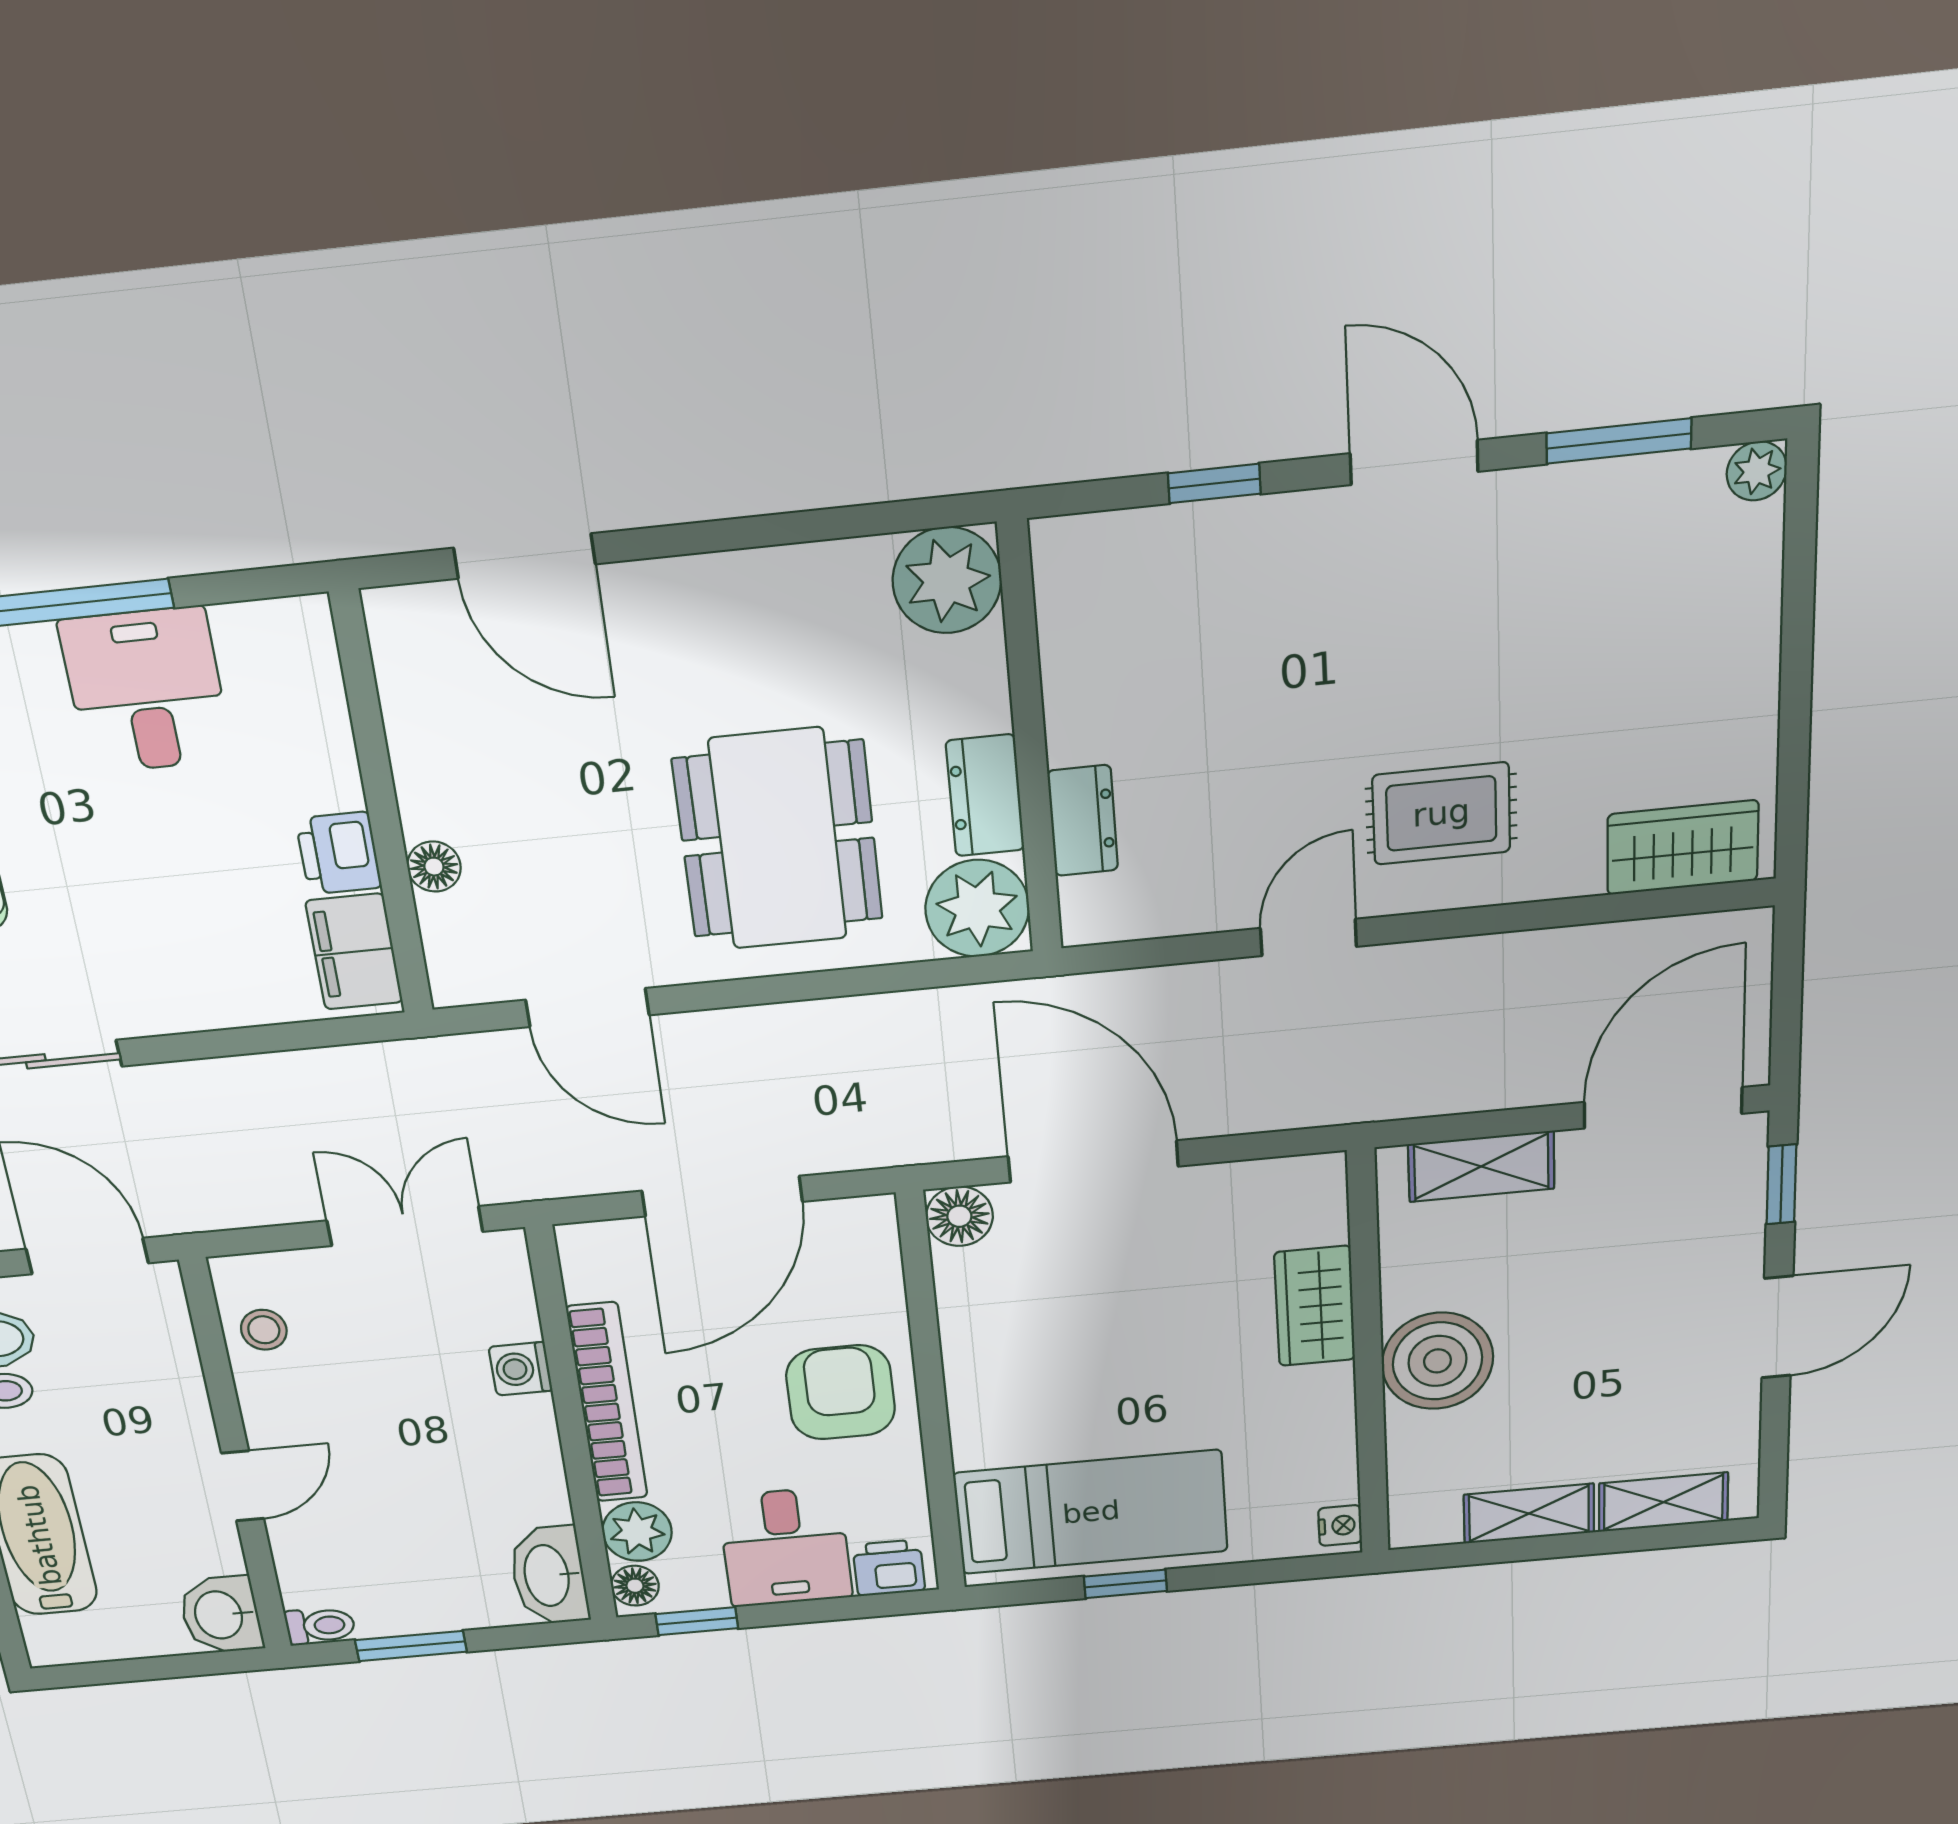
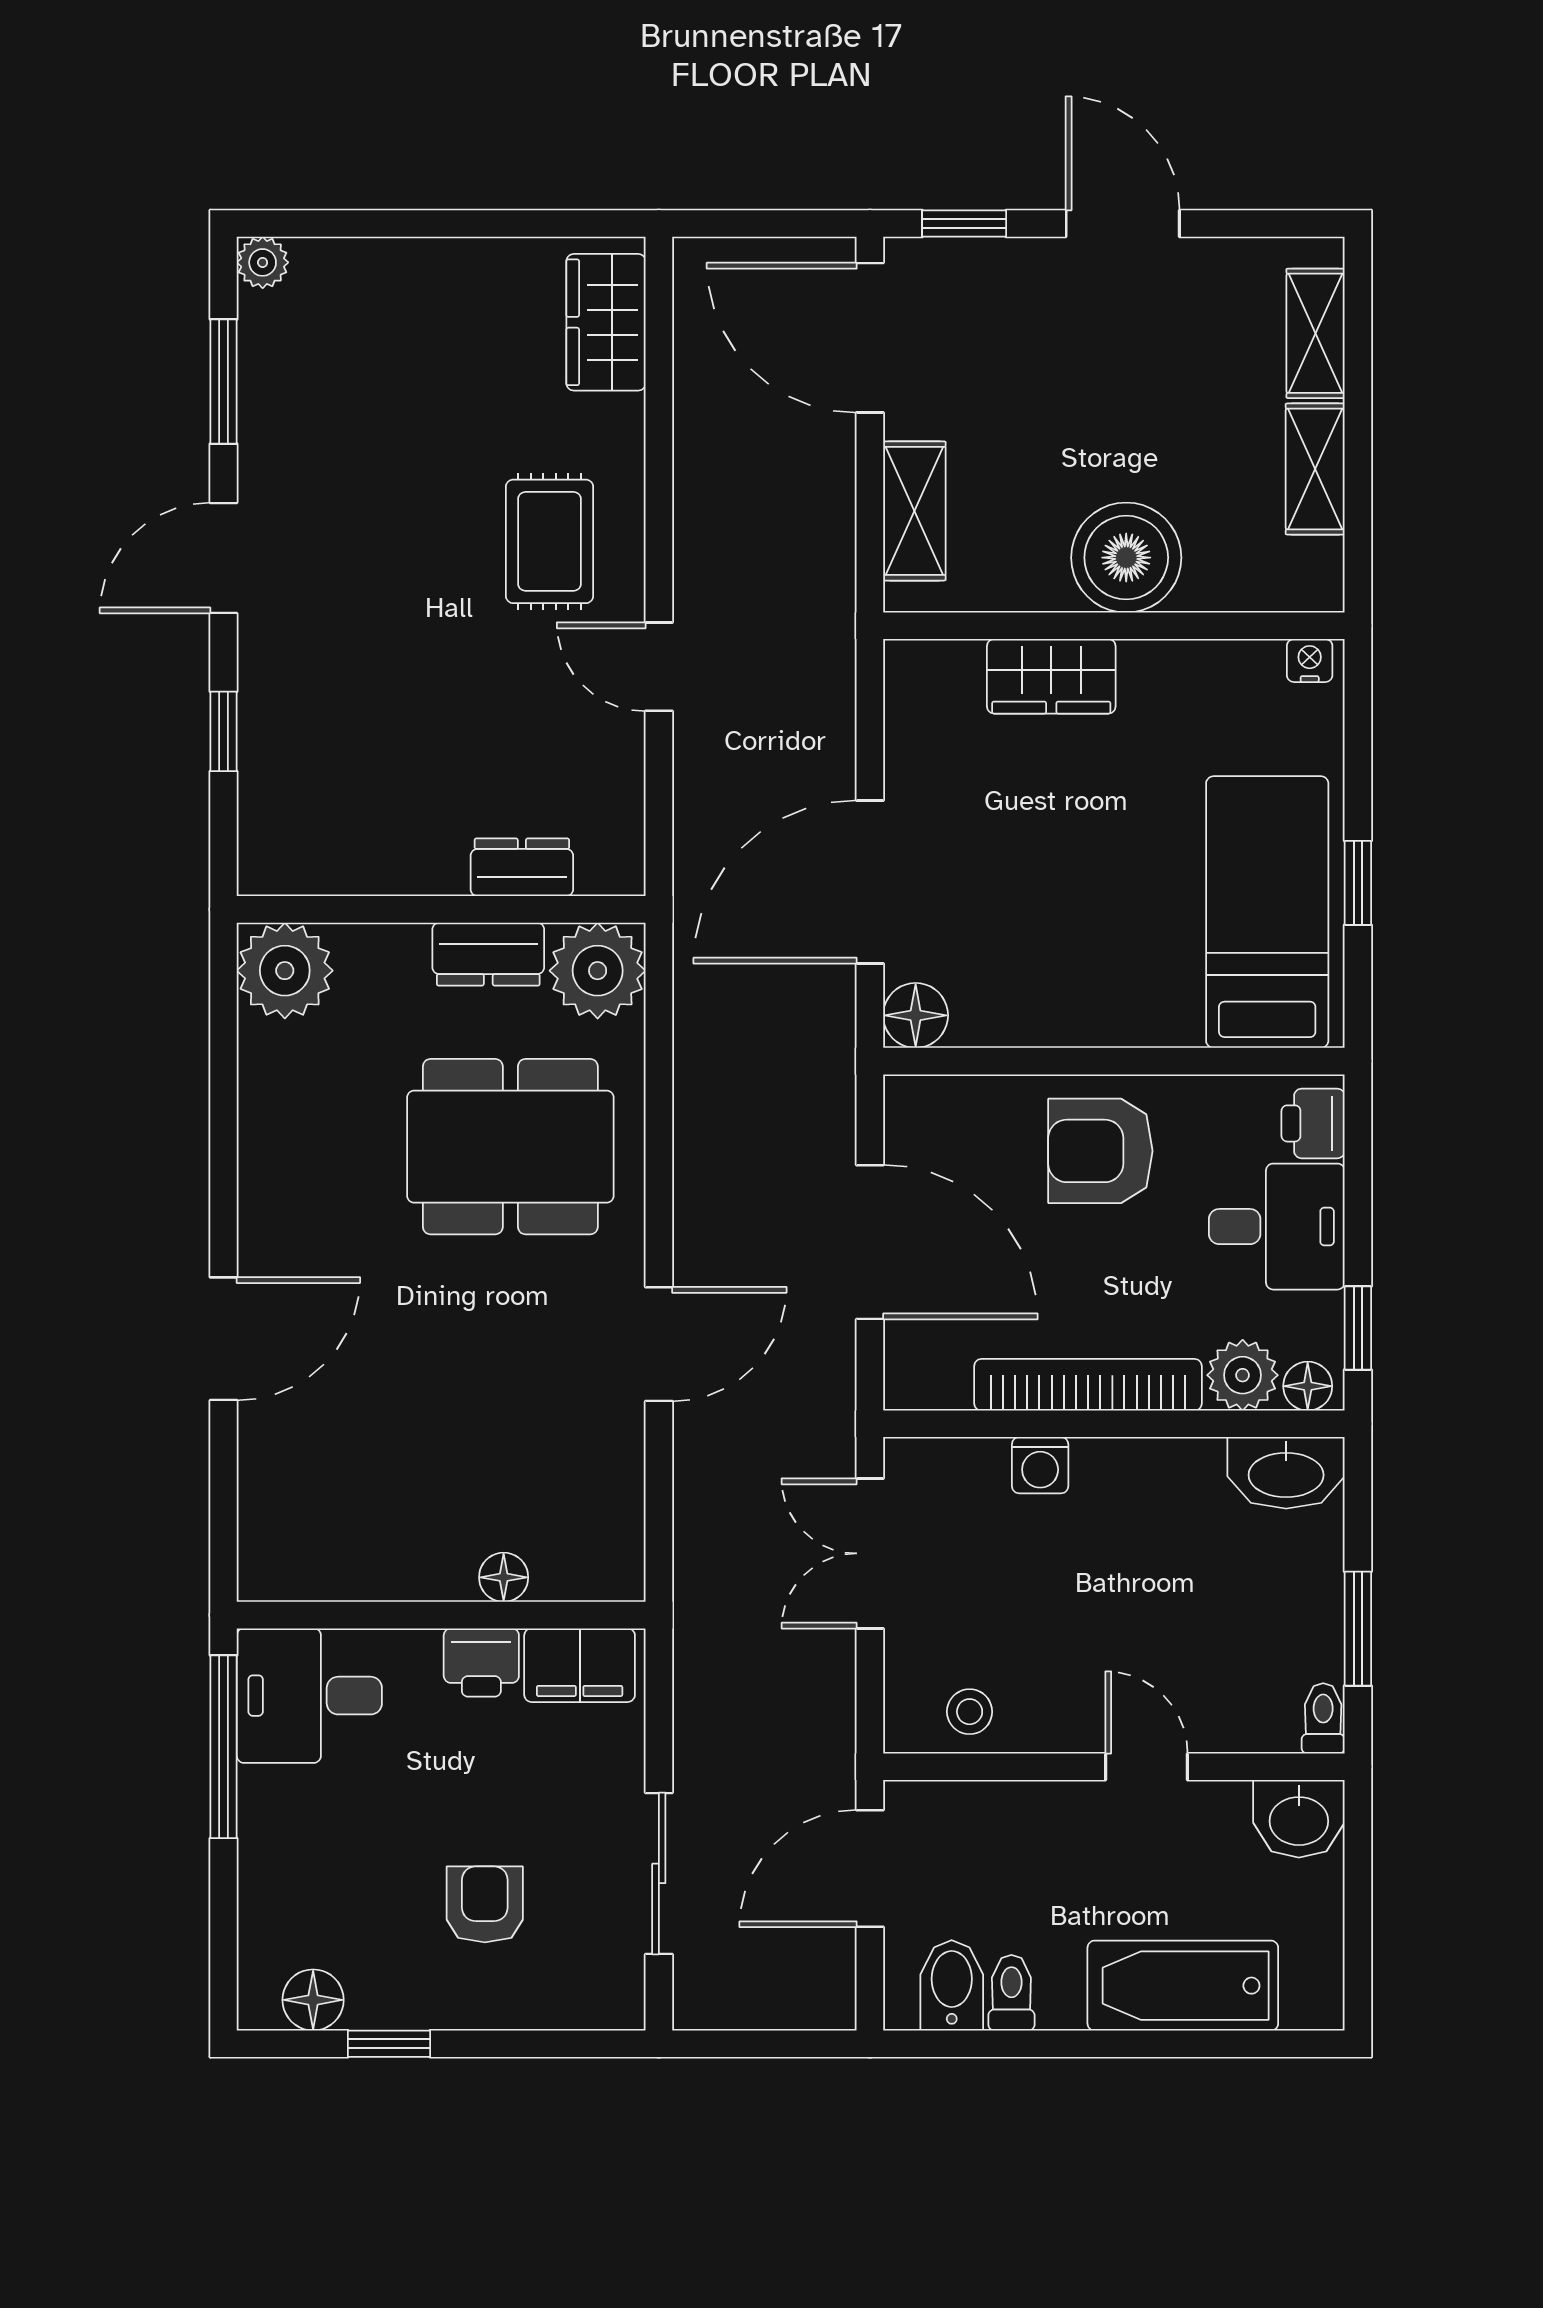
wall: (382, 807) -> (441, 1615), moved
printer: (339, 853) -> (481, 1662), moved
floor lamp: (434, 867) -> (504, 1577), moved
filing cabinet: (354, 952) -> (580, 1665), moved

